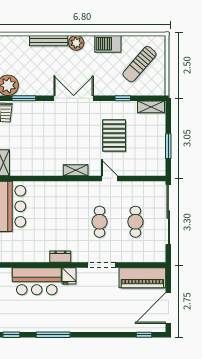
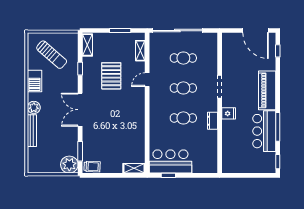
pallet: (114, 136) -> (111, 76), turned 90
shelving: (76, 170) -> (140, 51), moved
cafe table: (64, 222) -> (183, 118), added
piano: (142, 278) -> (267, 90), moved, turned 180
bar counter: (37, 281) -> (264, 131), moved, turned 180

